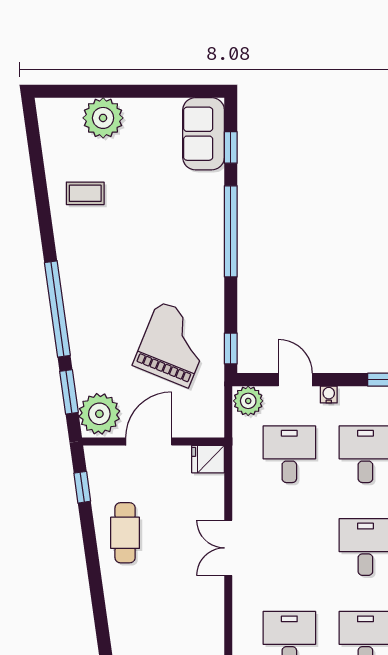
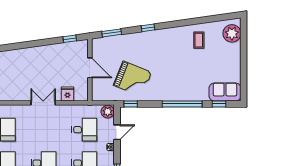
plant: (103, 118) -> (232, 33), moved
window: (57, 309) -> (148, 28), width x0.32
plant: (99, 414) -> (102, 46), removed
fridge: (208, 459) -> (68, 94), moved
cafe table: (125, 533) -> (50, 58), removed

